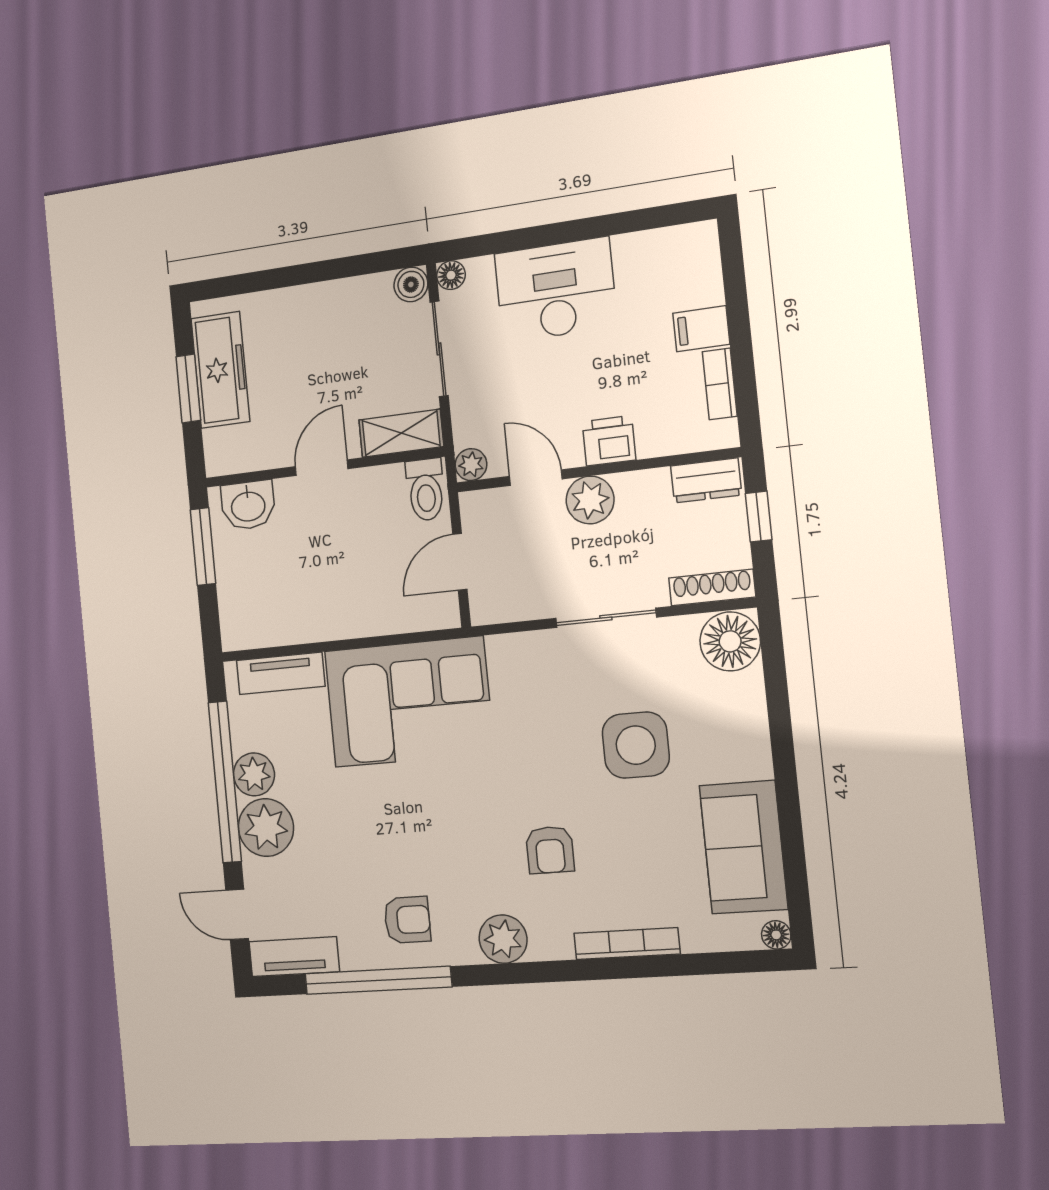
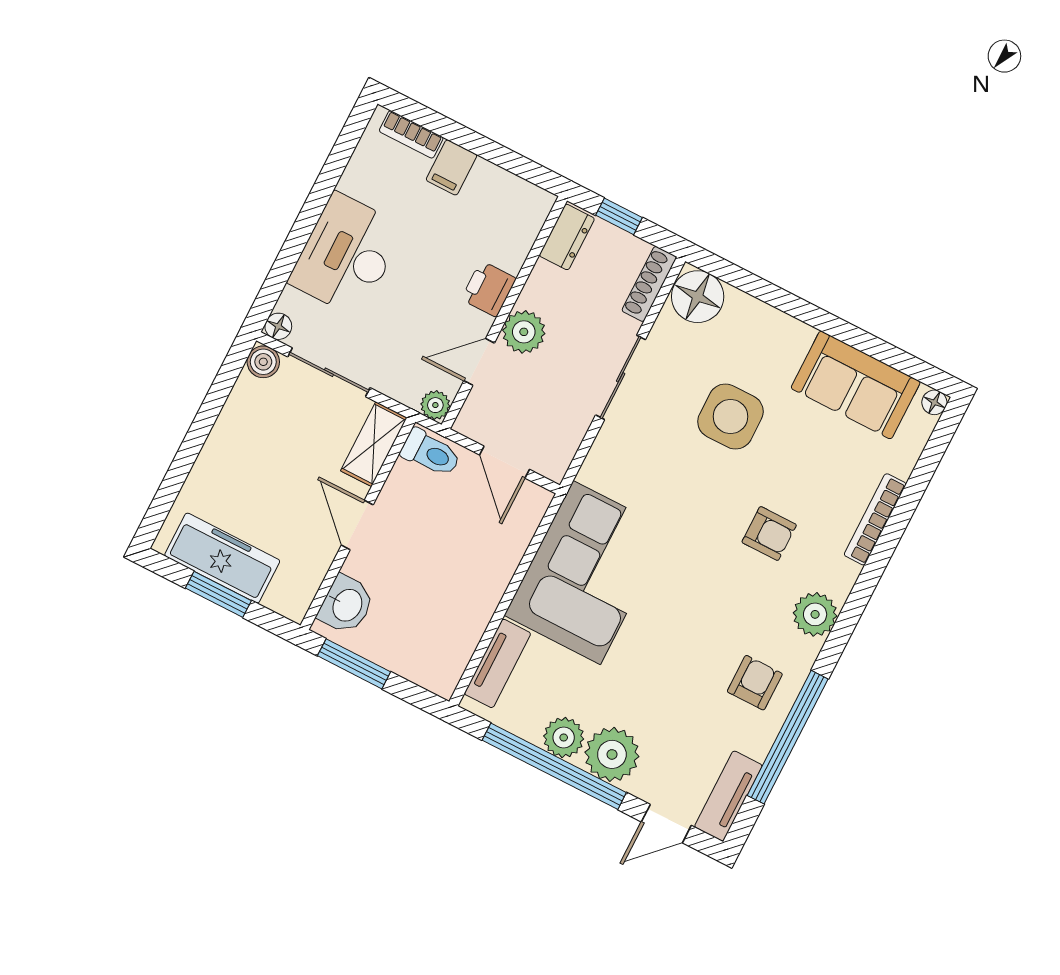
bookcase: (720, 384) -> (411, 134), moved

